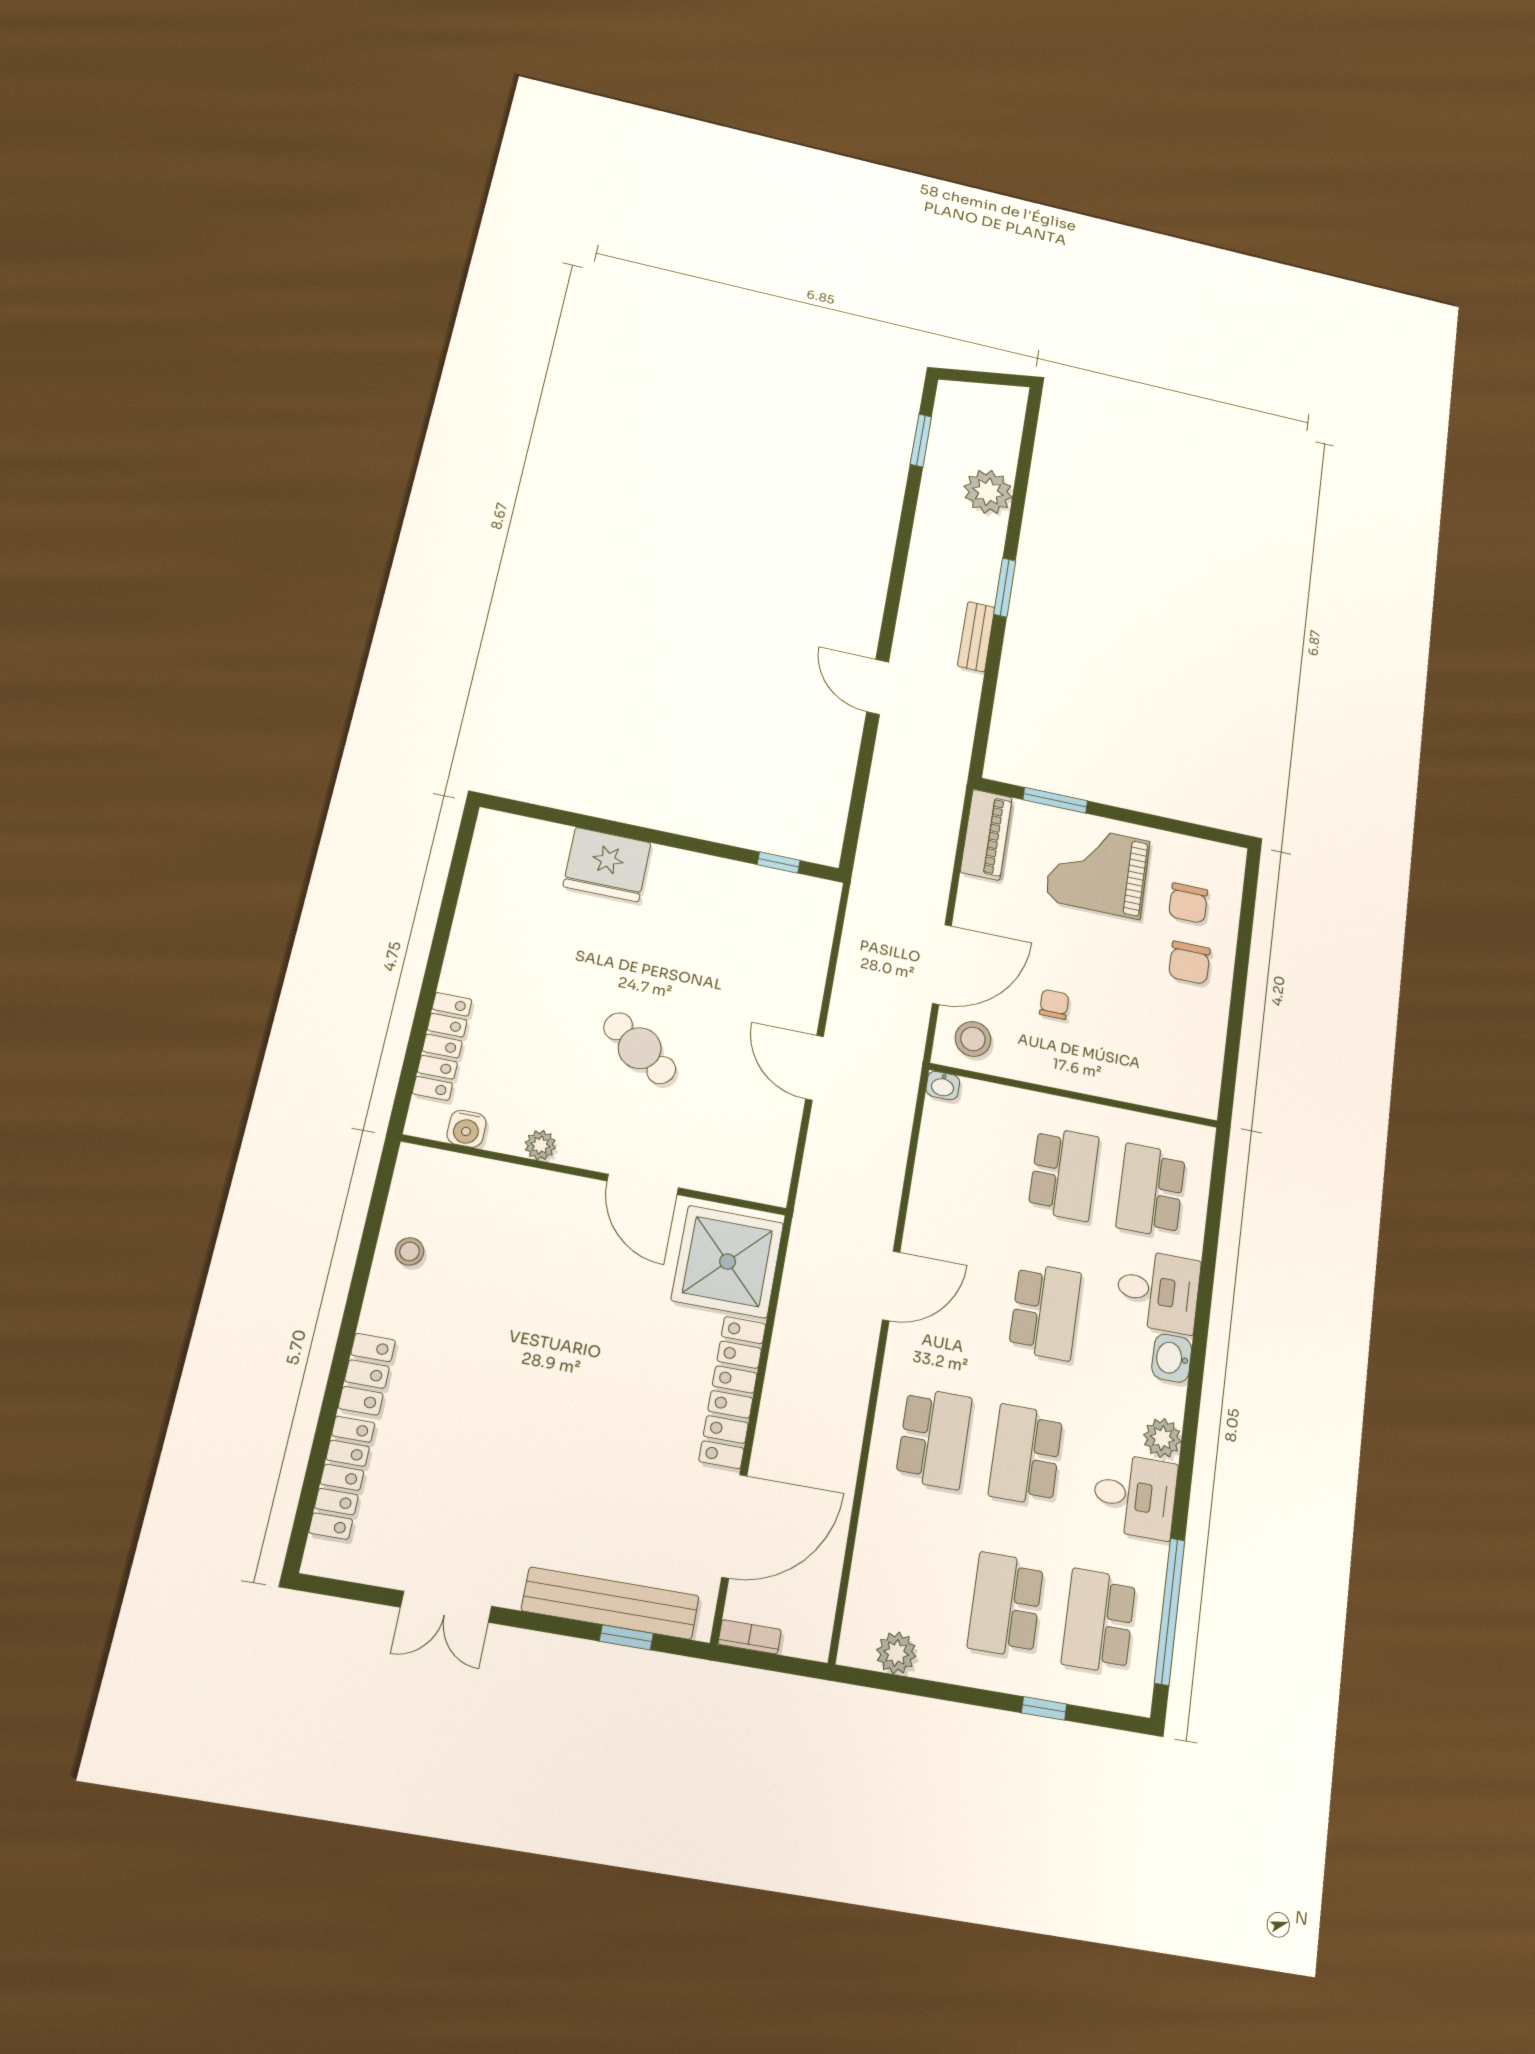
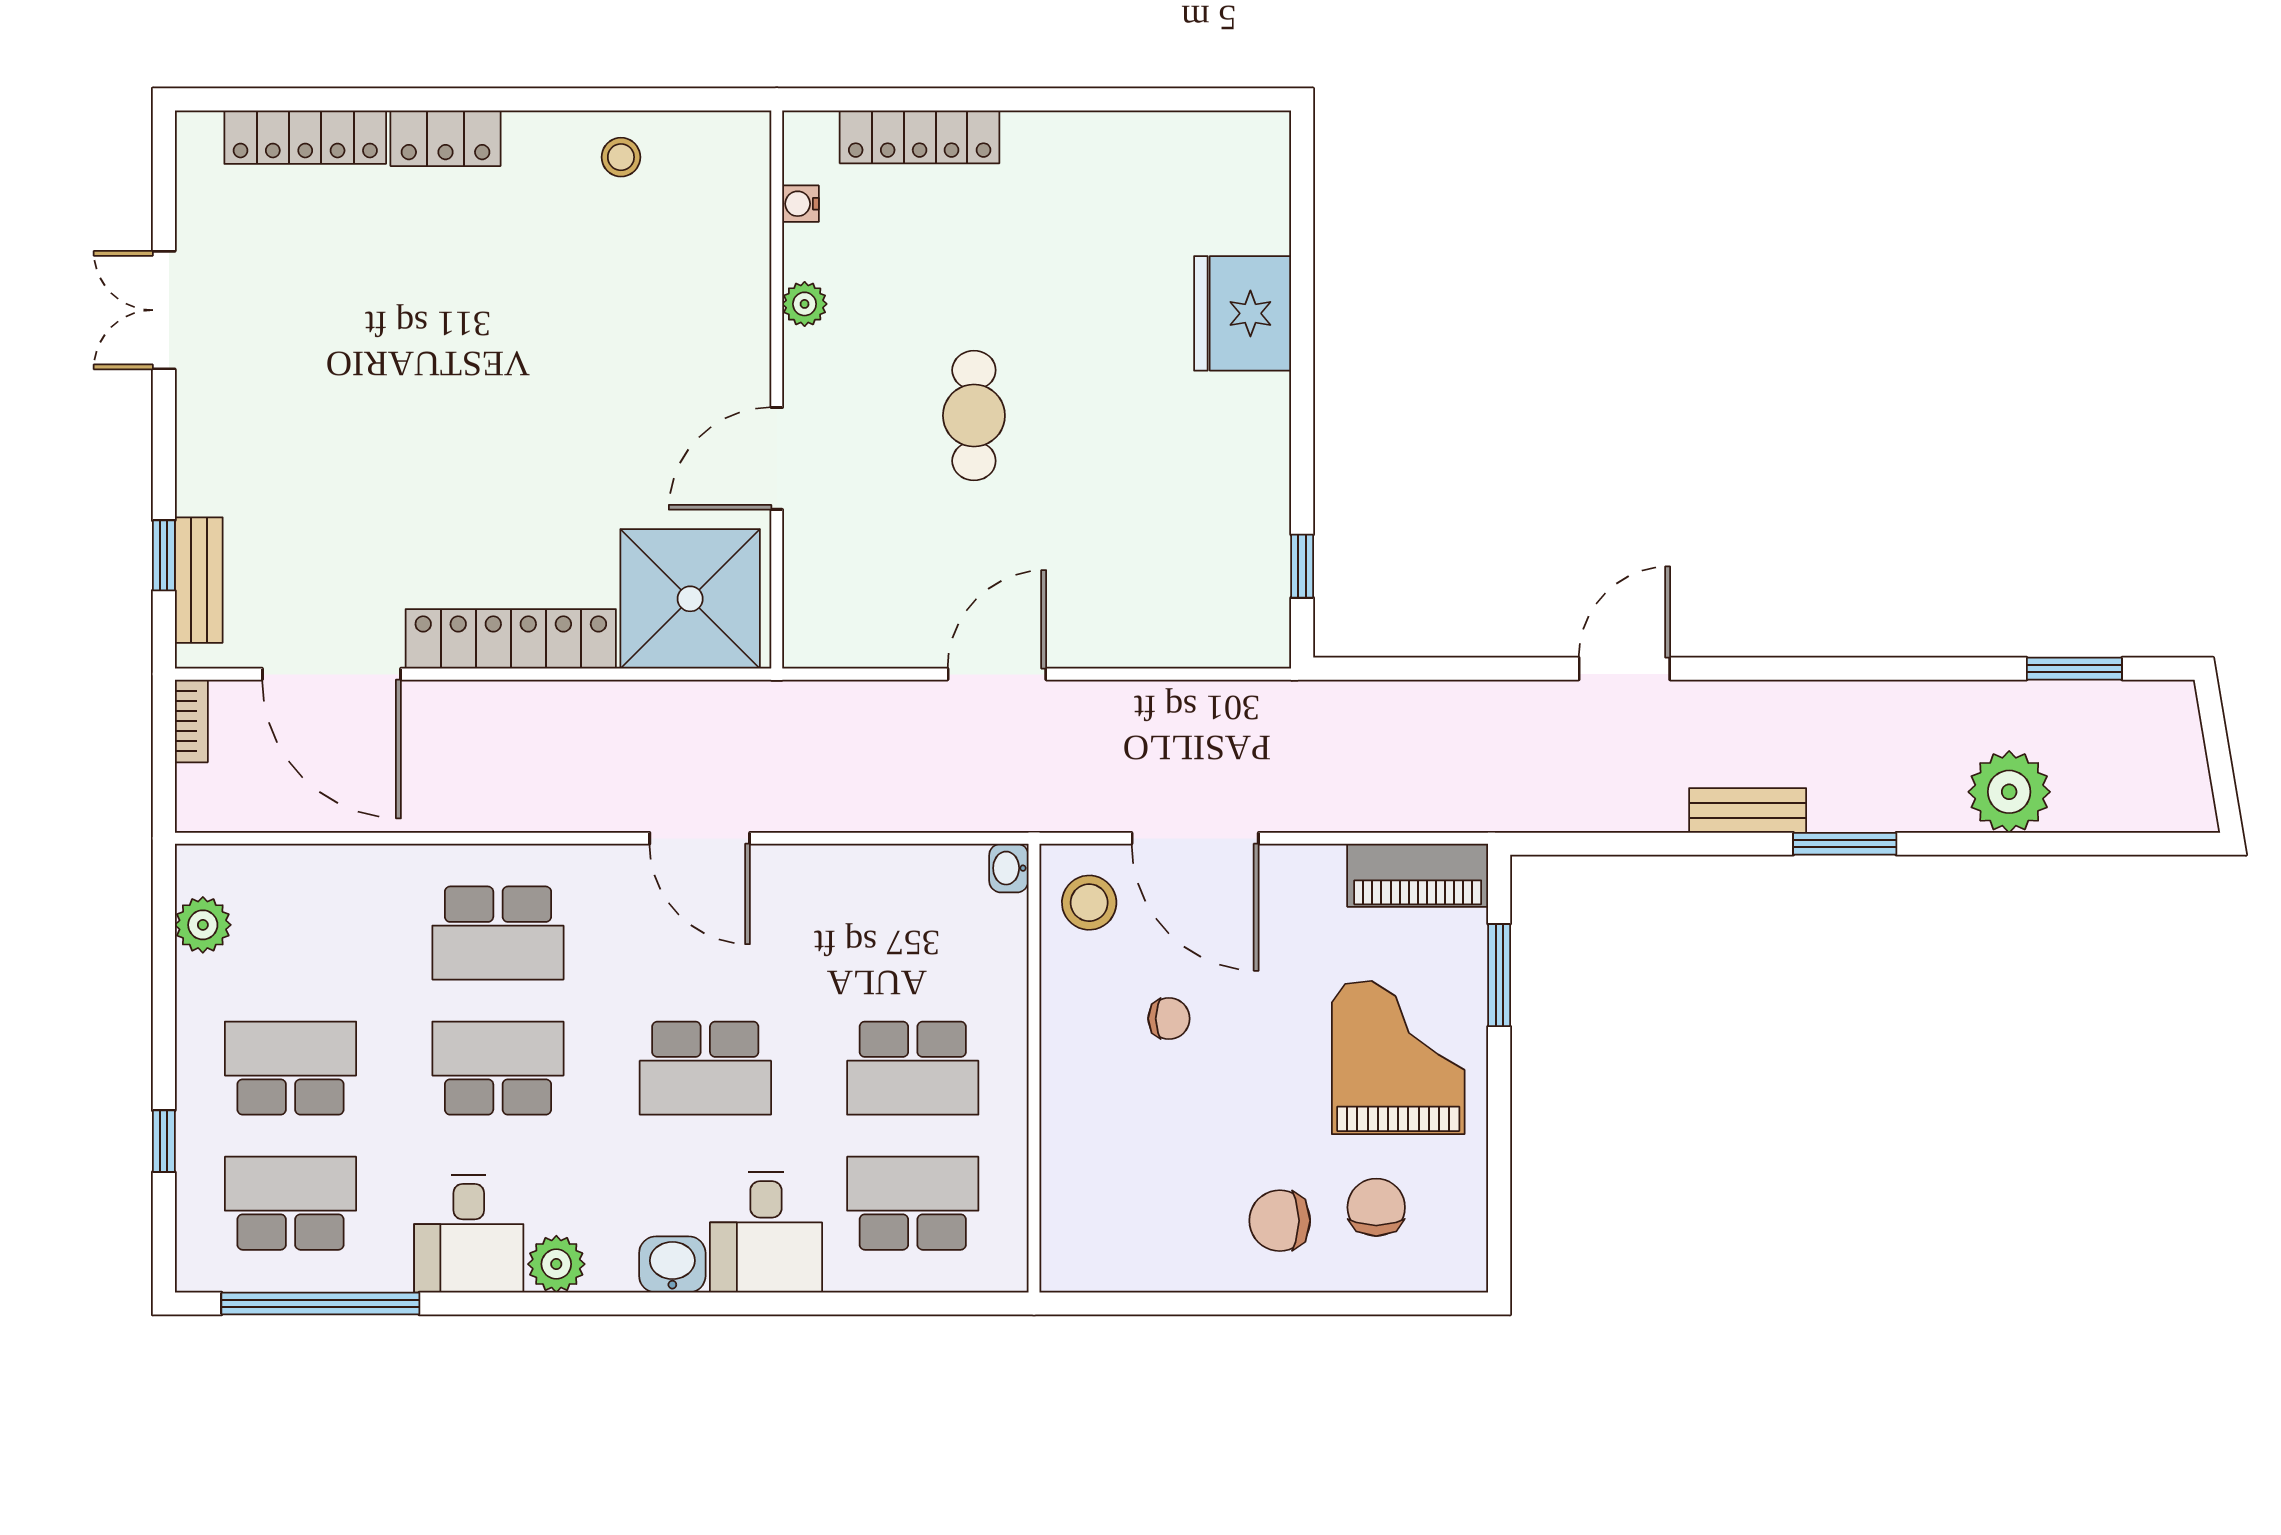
chair: (1188, 903) -> (1376, 1207), turned 90
cafe table: (640, 1048) -> (974, 416), turned -35
water cooler: (467, 1129) -> (801, 204), width x0.72, depth x0.72
bench: (611, 1603) -> (199, 580), width x0.54, depth x0.82

